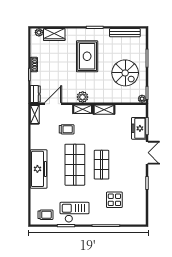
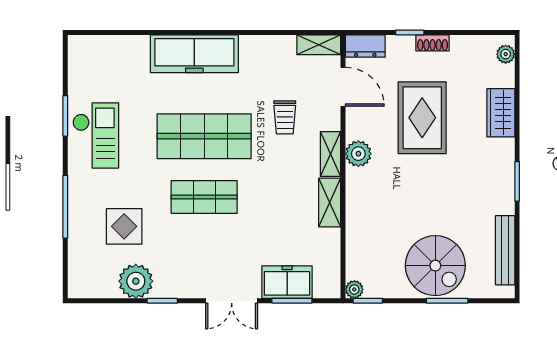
wardrobe: (54, 35) -> (501, 113), moved
rug: (87, 56) -> (422, 118), moved, turned 90
spiral stairs: (125, 73) -> (435, 266), moved, turned -90
plant: (138, 195) -> (136, 281), added
trolley: (45, 215) -> (90, 69), removed

